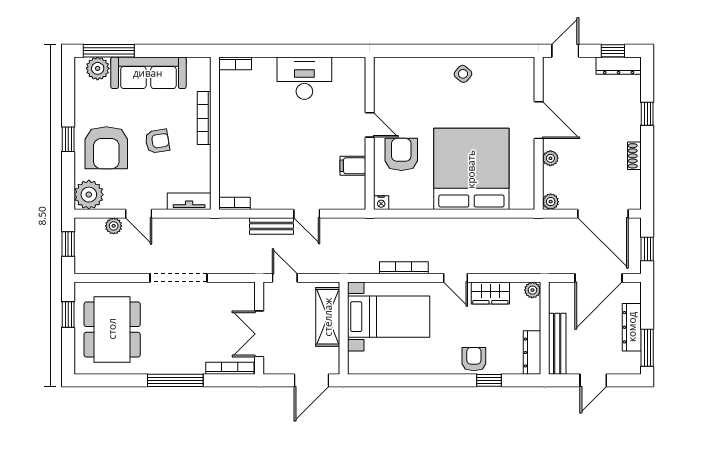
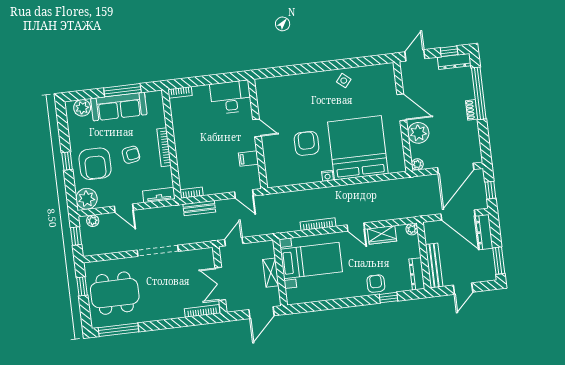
window: (109, 51) -> (122, 90), moved
window: (647, 114) -> (479, 93), width x3.17
bookcase: (204, 118) -> (164, 147), moved
door: (370, 125) -> (257, 128), moved
wall: (370, 133) -> (258, 134), moved
shoe rack: (634, 156) -> (472, 110), moved
plant: (550, 158) -> (418, 133), width x1.88, depth x1.88
filing cabinet: (353, 166) -> (248, 159), moved
nightstand: (381, 203) -> (327, 176), moved
door: (603, 214) -> (456, 169), hinge flipped
plant: (114, 226) -> (93, 221), moved
bench: (272, 226) -> (199, 208), moved
door: (285, 278) -> (234, 242), hinge flipped
door: (598, 278) -> (458, 215), hinge flipped
shelving: (328, 317) -> (271, 273), width x0.67, depth x0.75
dresser: (632, 327) -> (484, 232), moved
dining table: (112, 329) -> (115, 293), turned 90
window: (175, 380) -> (119, 330), moved

